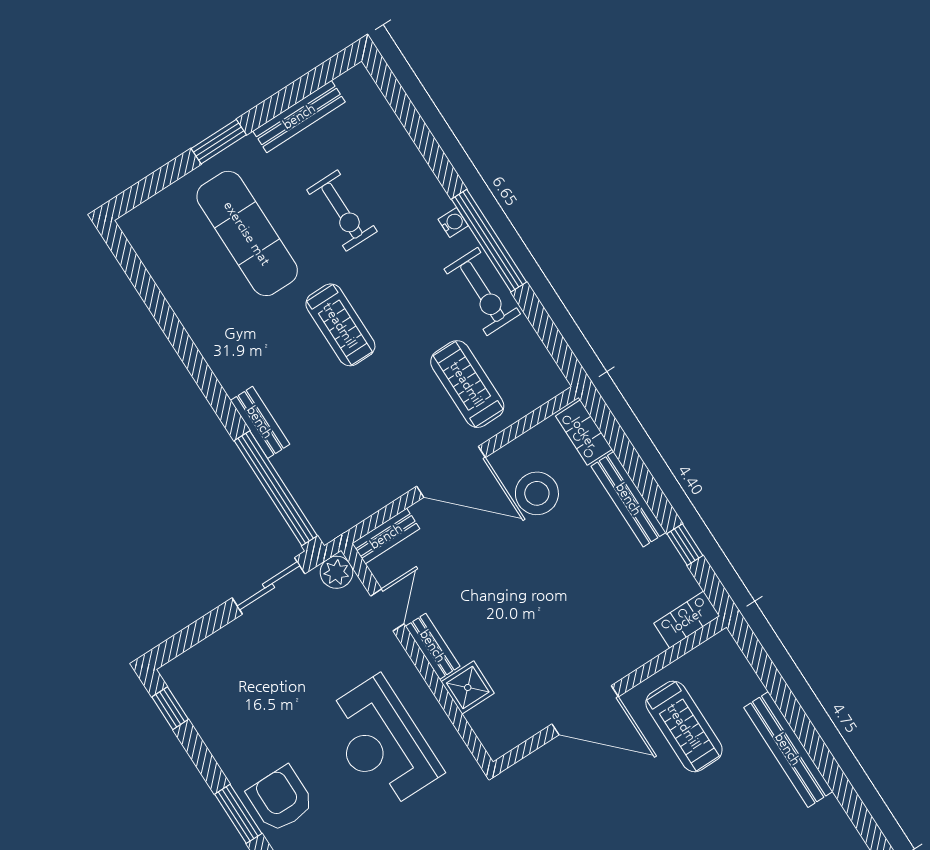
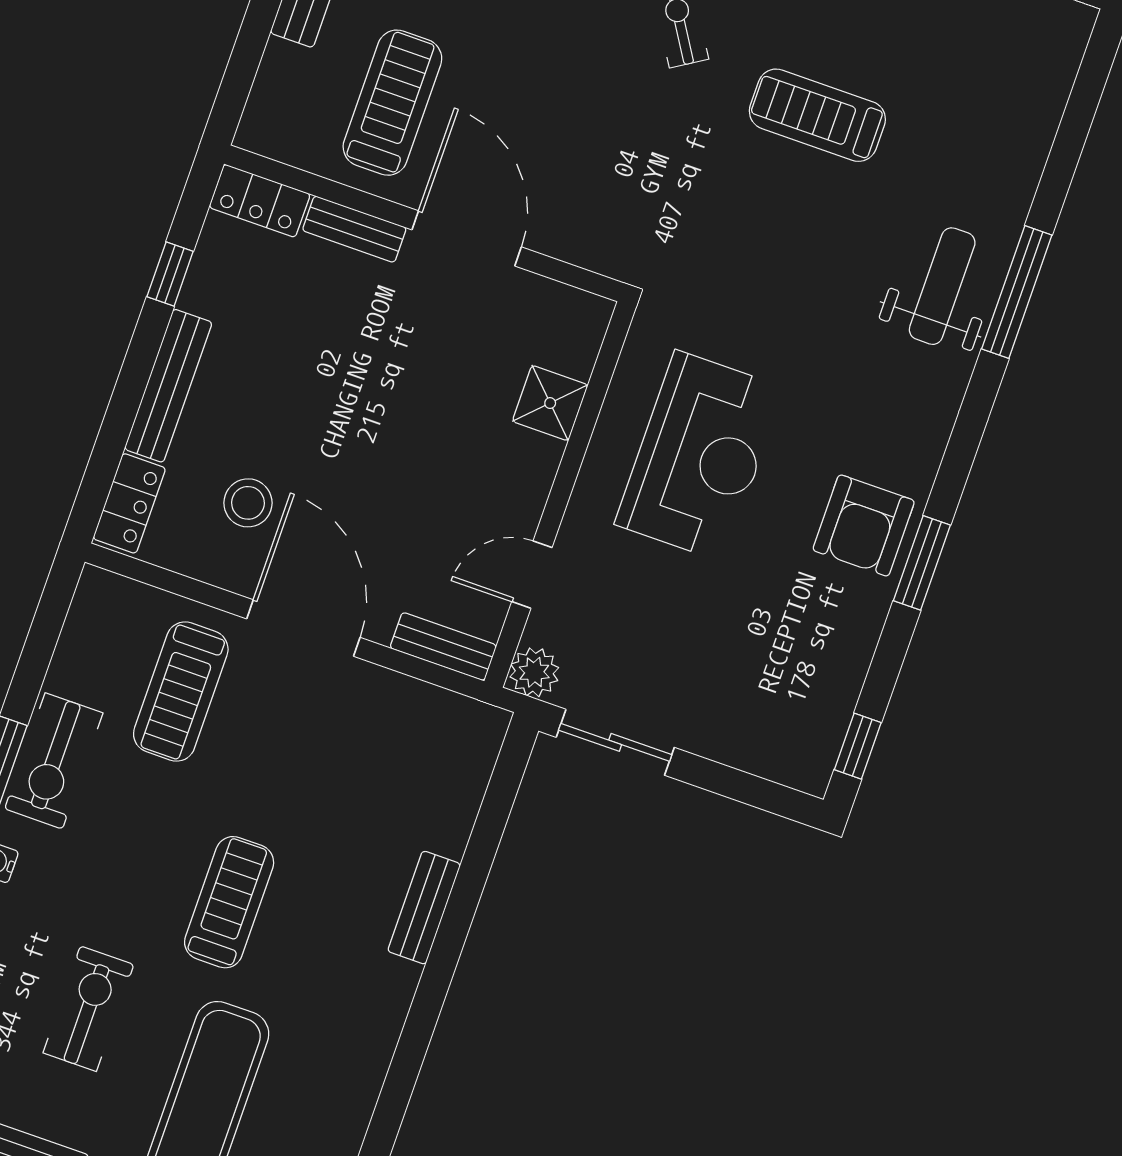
exercise bike: (482, 291) -> (54, 761), turned 180
window: (276, 488) -> (490, 826), removed
stool: (537, 493) -> (248, 503), width x0.73, depth x0.73
bench: (433, 646) -> (354, 229), moved, turned 90

